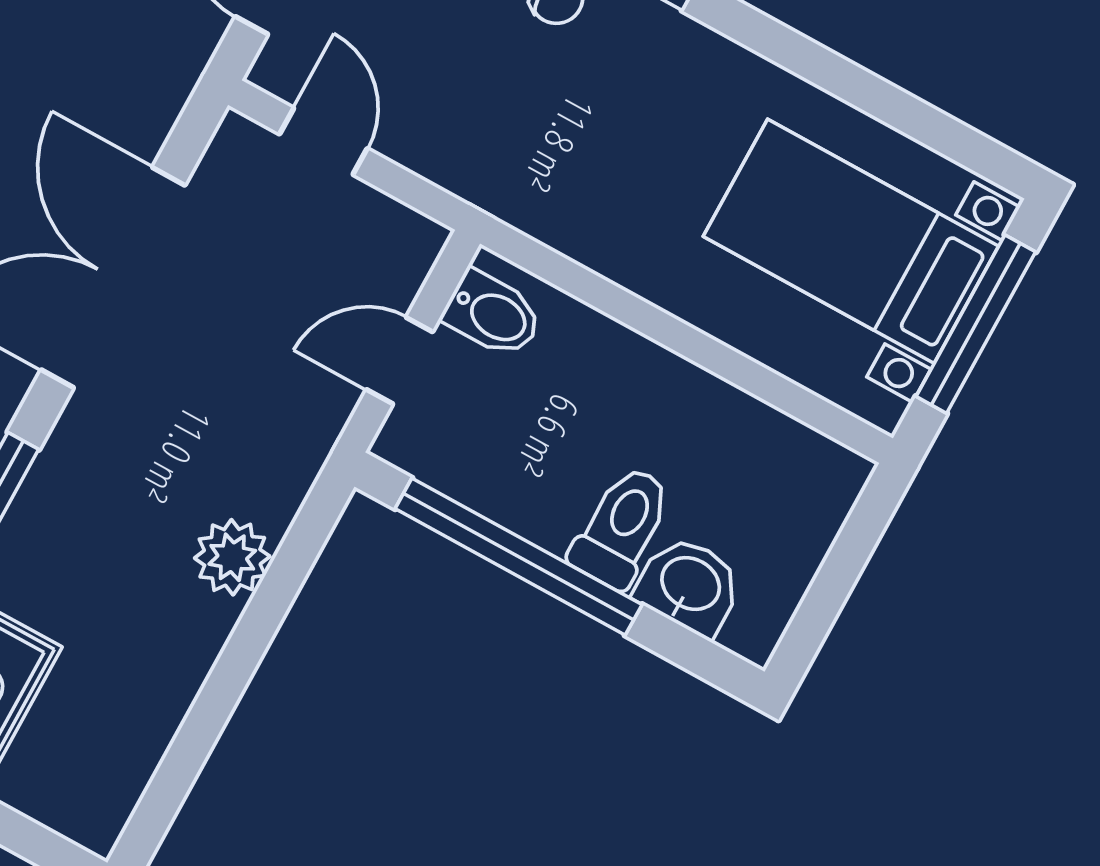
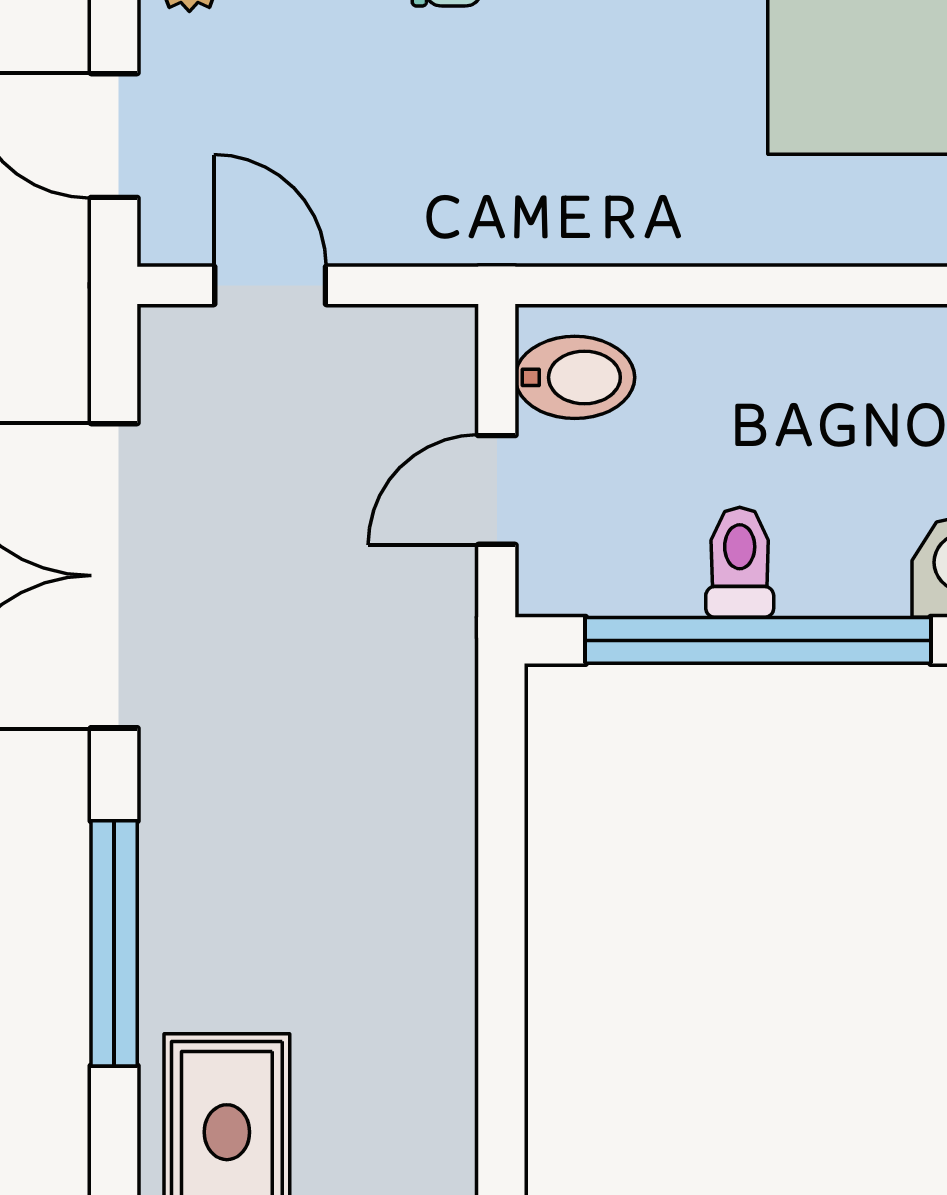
toilet: (622, 527) -> (740, 562), moved, width x0.73, depth x0.72
plant: (232, 557) -> (429, 823), removed

